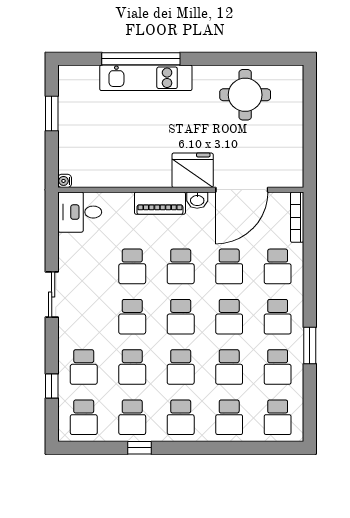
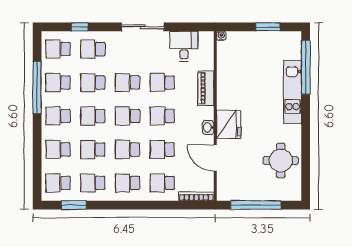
window: (141, 59) -> (306, 67), moved
window: (310, 131) -> (256, 205), added
door: (242, 190) -> (215, 158), width x0.73
piano: (160, 203) -> (206, 88), moved
desk: (80, 212) -> (184, 46), moved
sliding door: (52, 294) -> (143, 27), width x1.37
window: (310, 346) -> (74, 205), moved
window: (139, 448) -> (37, 88), width x3.17

